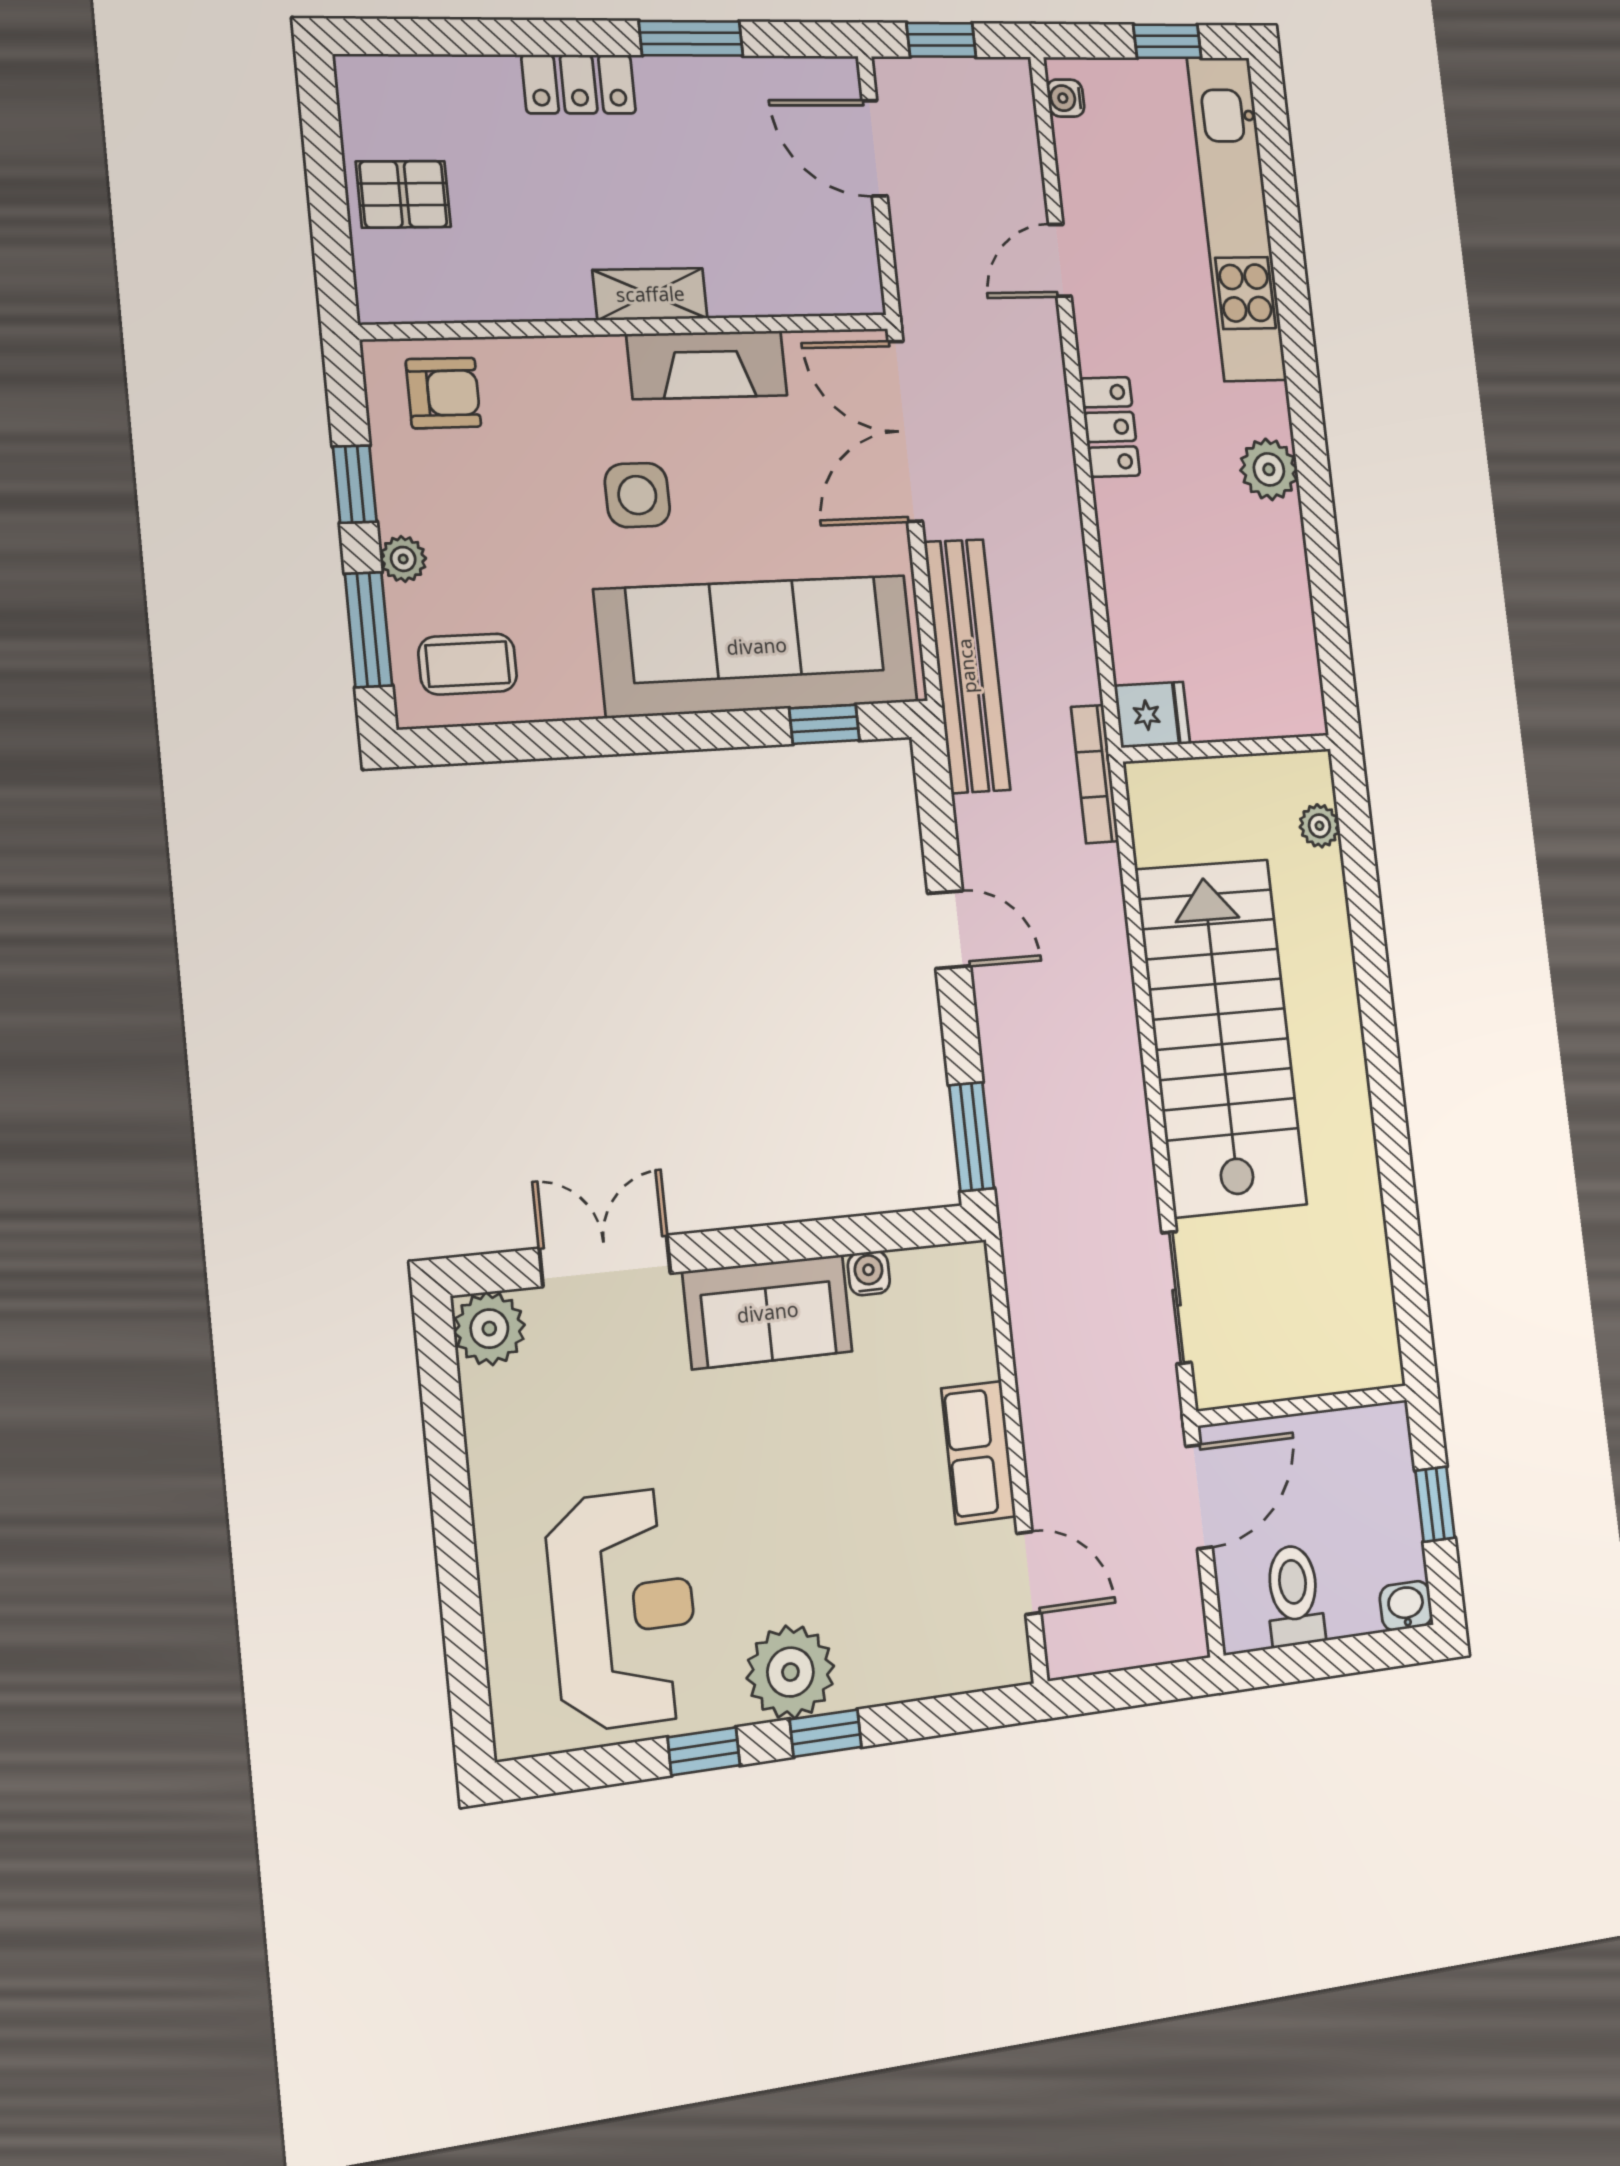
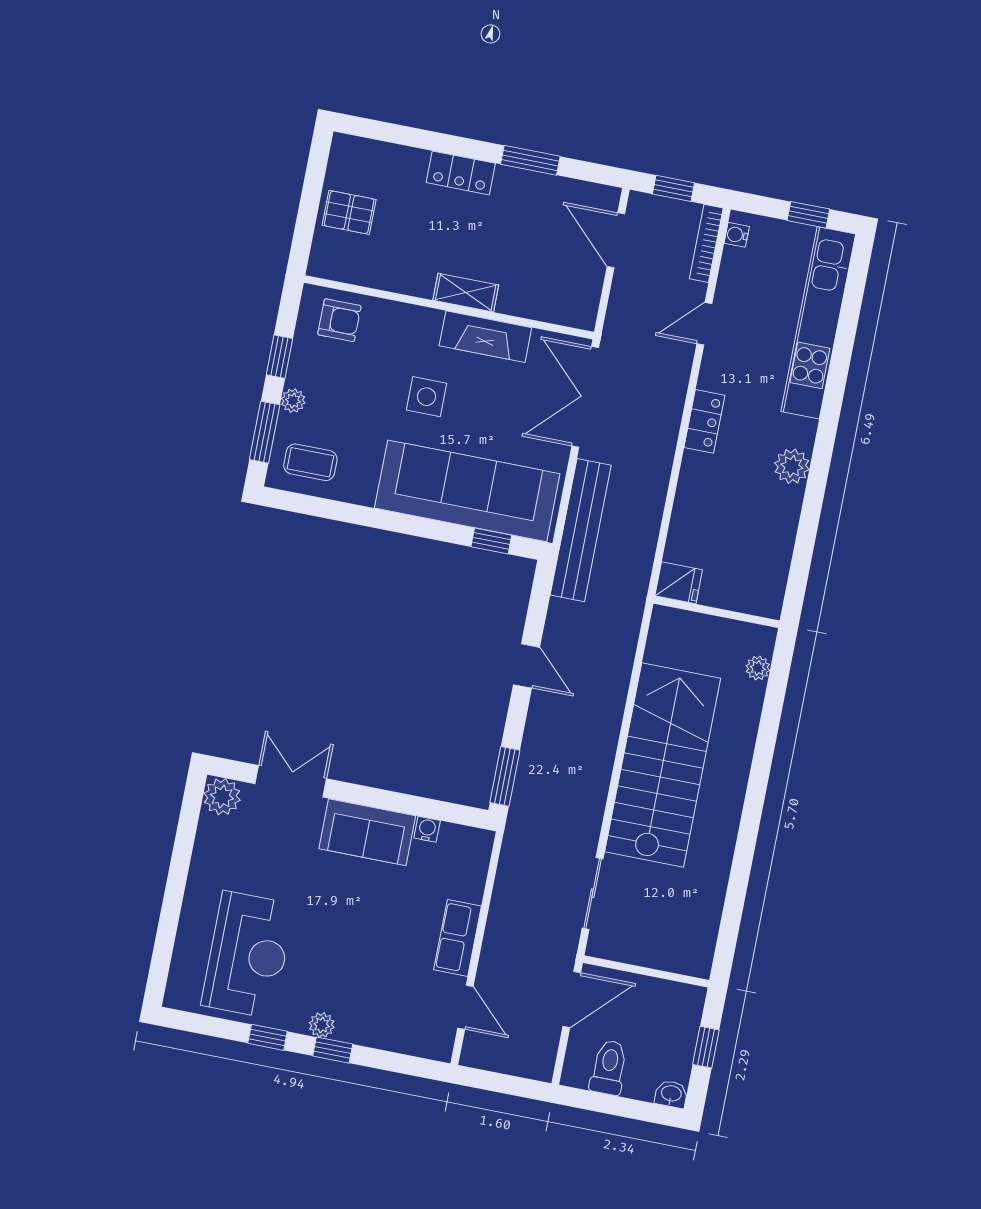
bookcase: (1095, 774) -> (706, 243), moved
plant: (790, 1672) -> (322, 1025), width x0.53, depth x0.53

